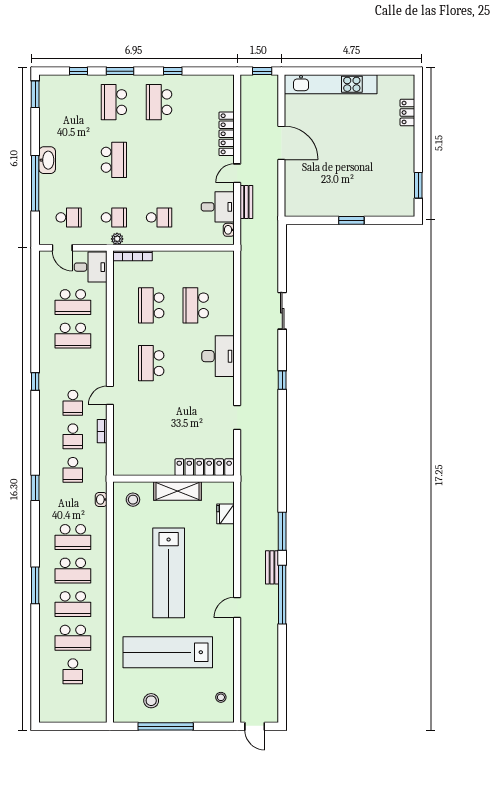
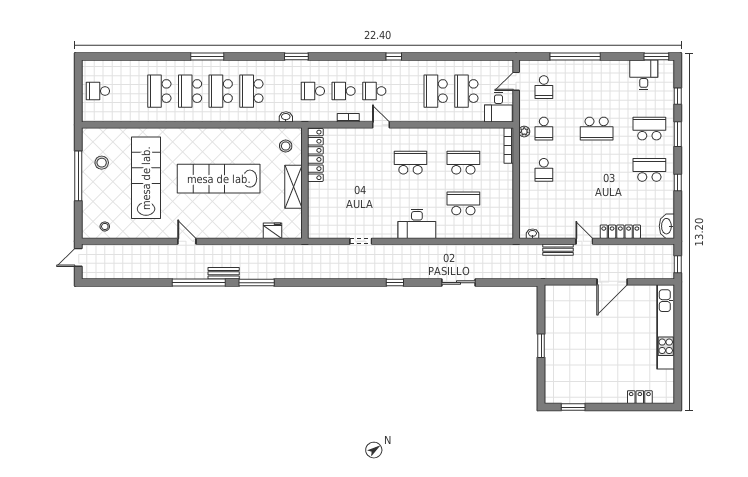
washbasin: (47, 160) -> (667, 226), moved, turned 90
desk: (218, 207) -> (644, 75), moved, turned 180
locker: (204, 467) -> (315, 155), moved
school desk: (73, 671) -> (98, 91), moved

